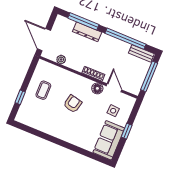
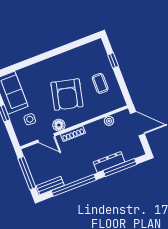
armchair: (73, 104) -> (67, 95), width x1.88, depth x1.88

